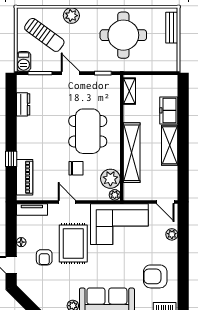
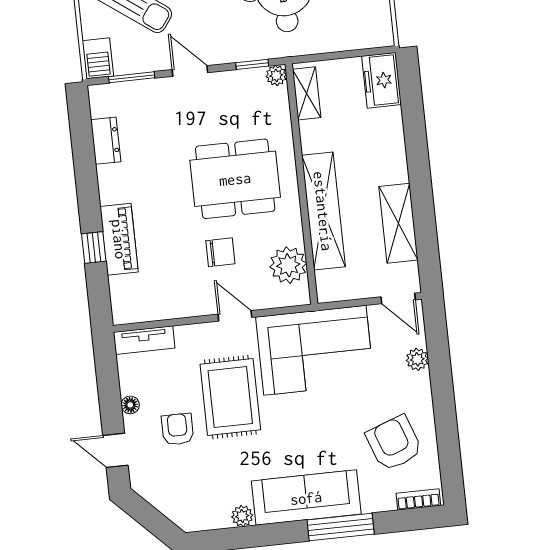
freezer: (169, 110) -> (382, 80), moved
dining table: (88, 131) -> (235, 179), turned 90
shelving: (170, 145) -> (398, 223), moved
piano: (25, 177) -> (119, 239), moved
plant: (115, 195) -> (276, 75), moved
door: (67, 202) -> (235, 316), moved
armchair: (44, 257) -> (178, 429), turned 180
armchair: (155, 276) -> (394, 443), turned 70

